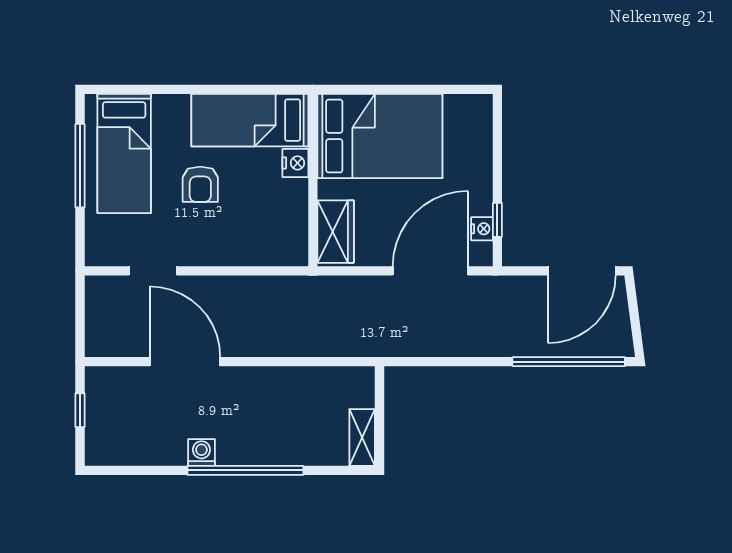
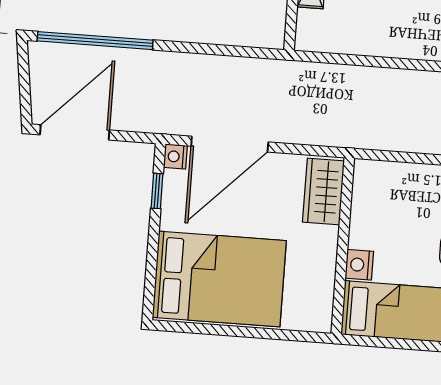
bed: (380, 136) -> (219, 279), moved, turned 180
nightstand: (482, 229) -> (175, 156), moved

